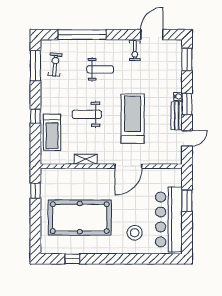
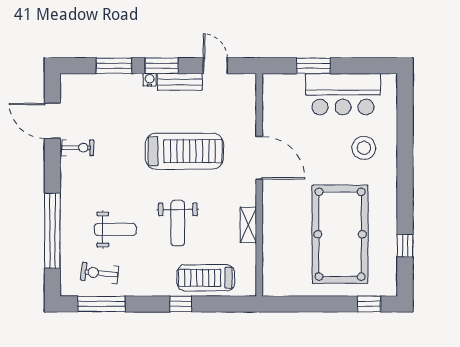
window: (187, 60) -> (114, 66), moved
weight bench: (100, 69) -> (115, 229), moved, turned 90
treadmill: (133, 119) -> (184, 151), turned 180
treadmill: (52, 132) -> (206, 278), turned 180
window: (35, 191) -> (369, 304), moved
bar counter: (169, 219) -> (343, 94), width x0.73

